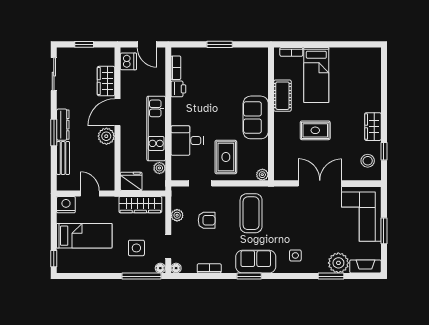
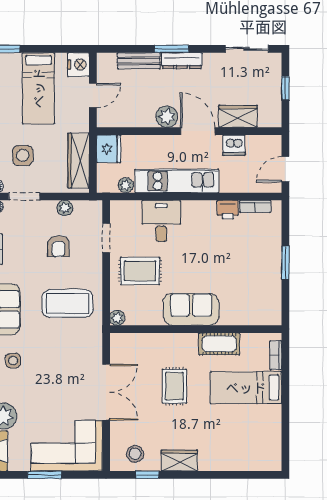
dishwasher: (128, 61) -> (234, 145), moved

